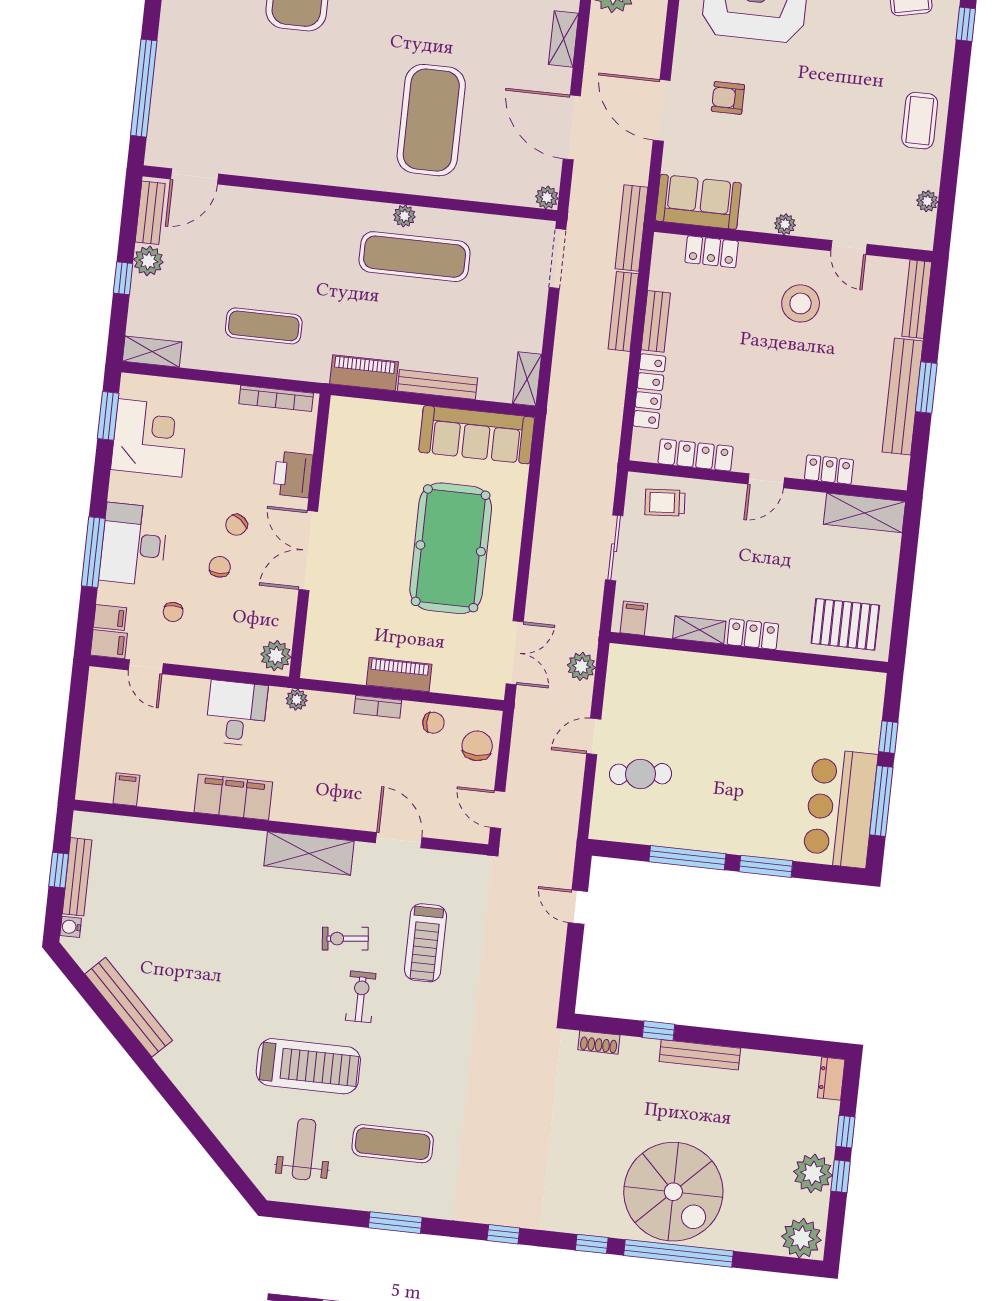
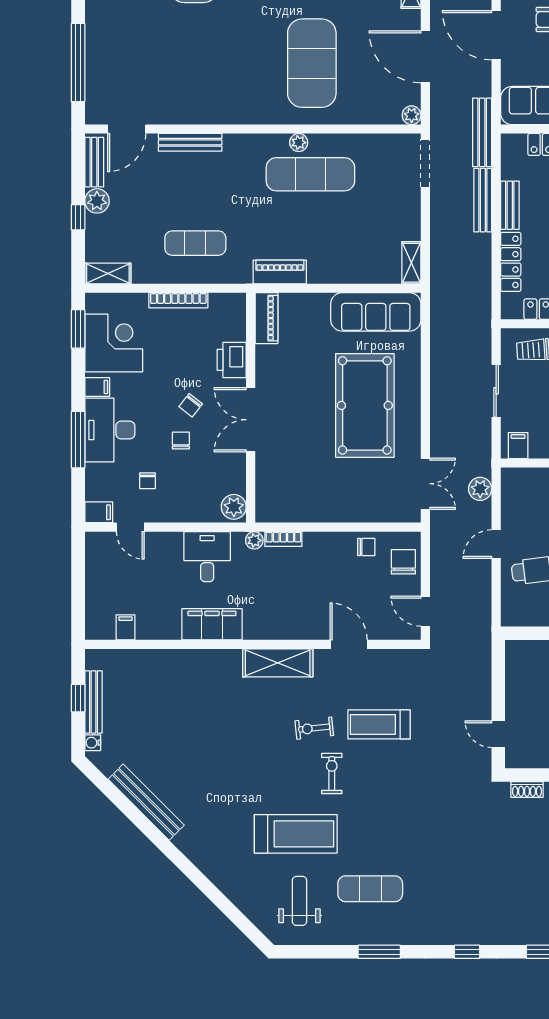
bench: (437, 384) -> (190, 142), moved
bookcase: (276, 398) -> (178, 300), moved
filing cabinet: (110, 617) -> (97, 387), moved
piano: (399, 675) -> (266, 318), moved, turned 90
bookcase: (378, 707) -> (283, 539), moved
door: (578, 907) -> (498, 734), moved
treadmill: (425, 943) -> (379, 724), turned 90

